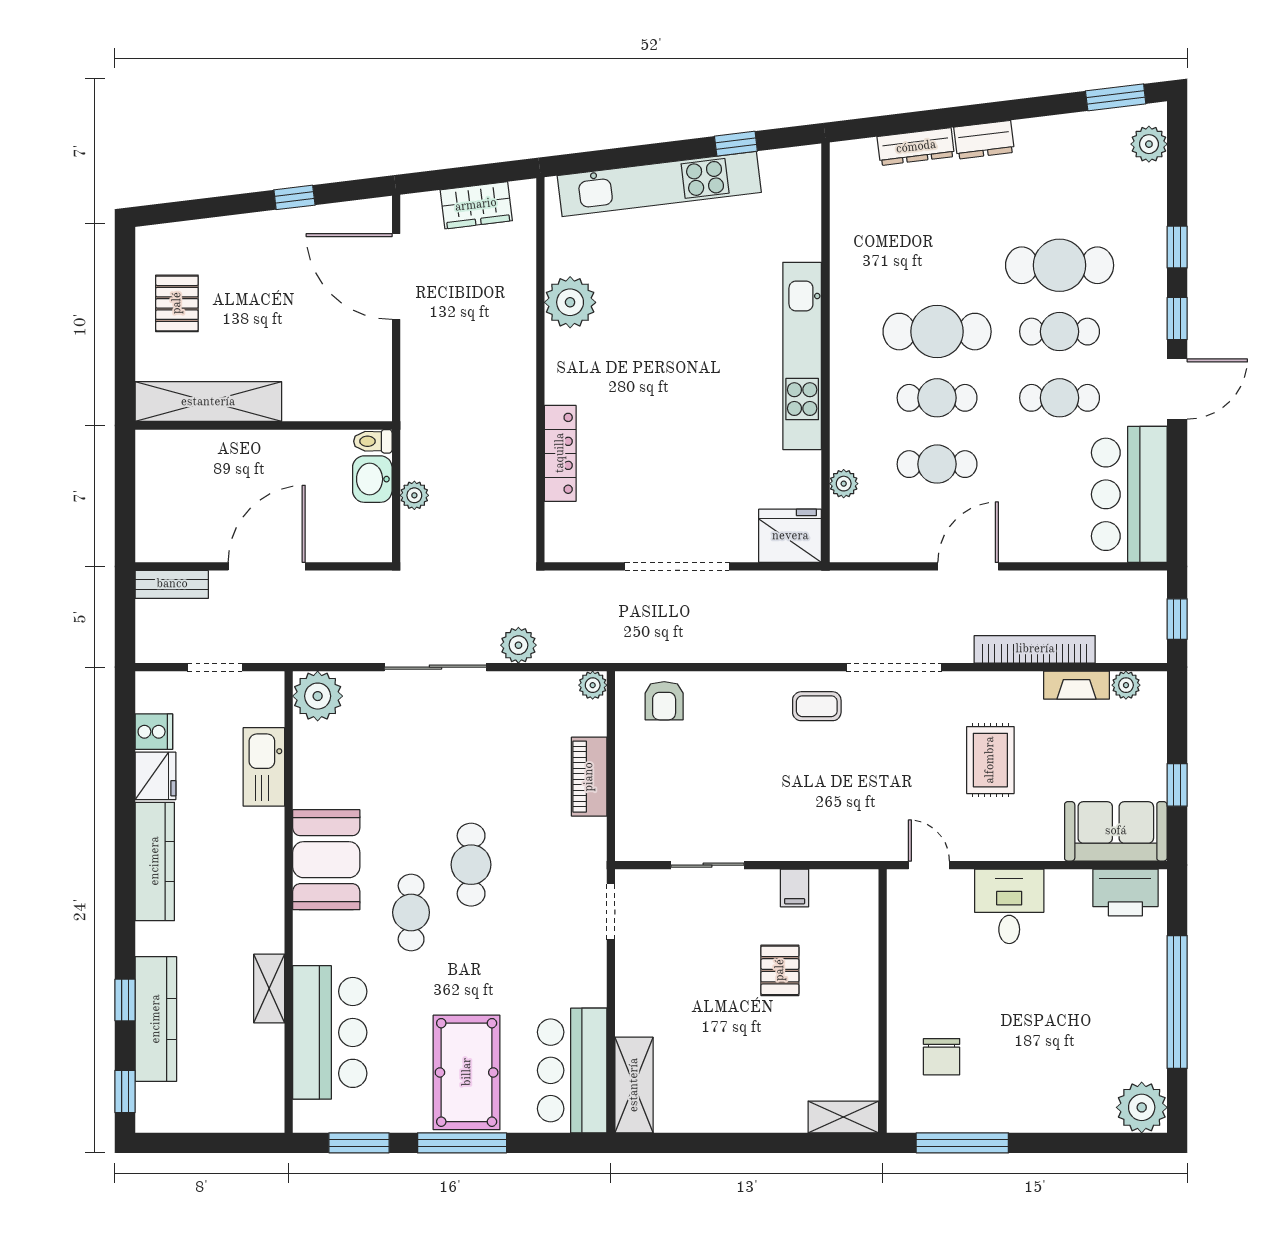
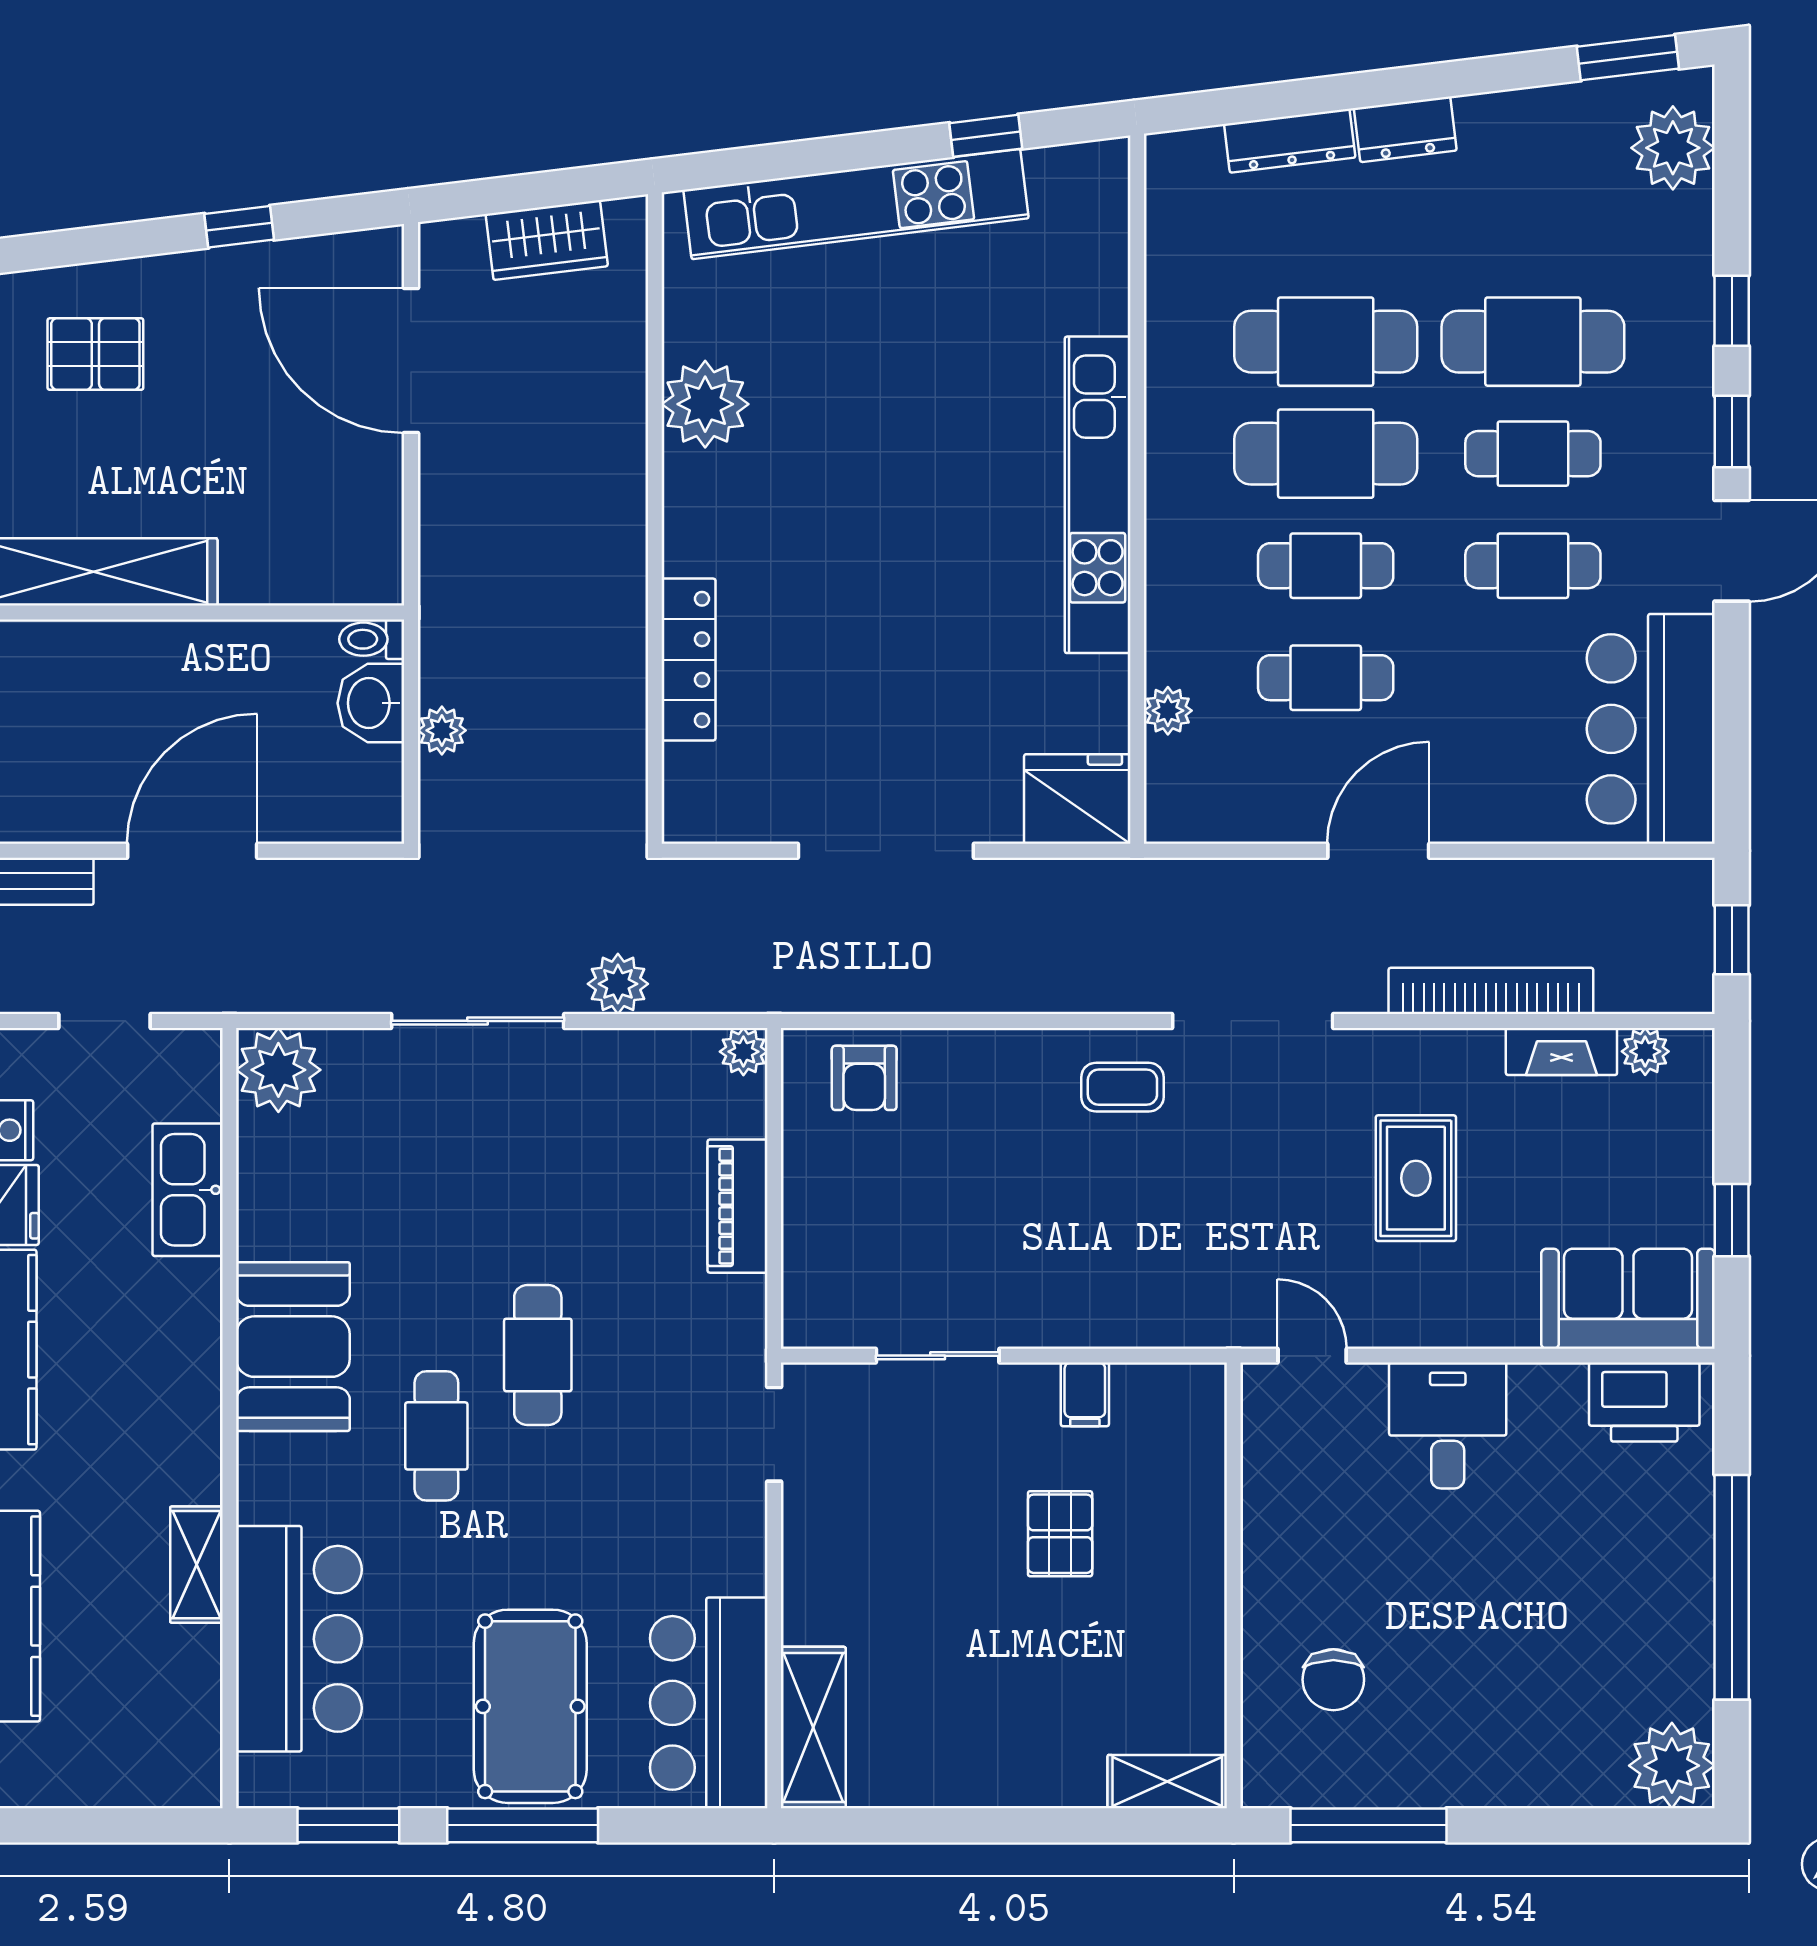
plant: (1149, 144) -> (1673, 148), width x1.36, depth x1.36
cafe table: (937, 265) -> (1326, 342), added
pallet: (177, 303) -> (95, 354), moved, turned 90

